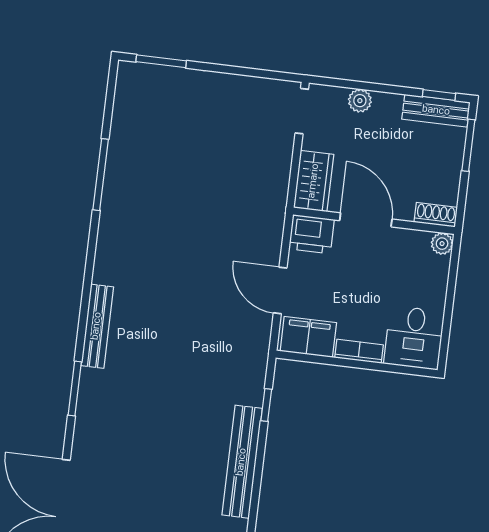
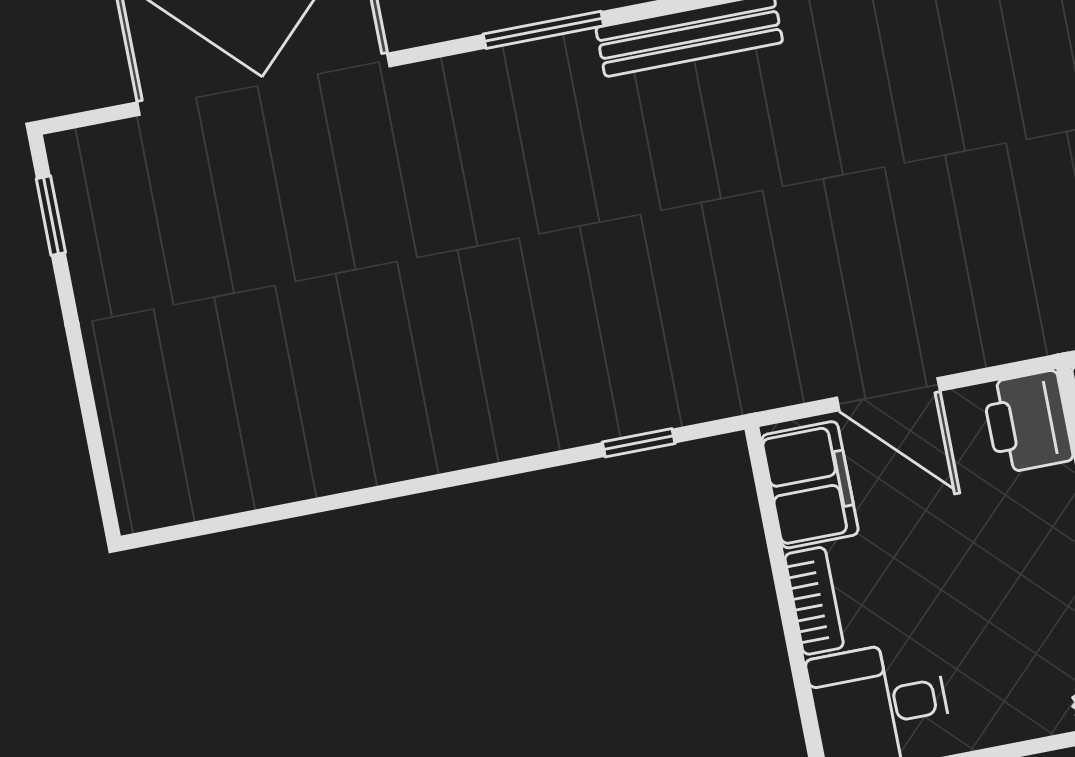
door: (280, 290) -> (888, 394), swing flipped
bench: (242, 462) -> (503, 431), removed

